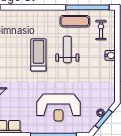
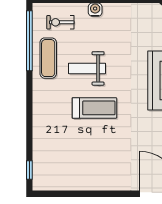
treadmill: (38, 55) -> (94, 108), turned 180

